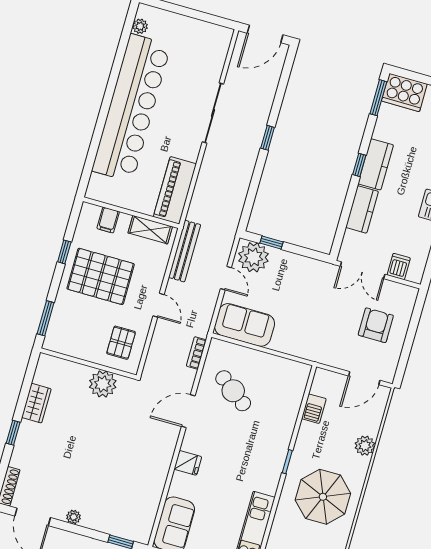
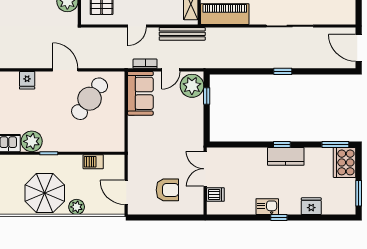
kitchen counter: (362, 209) -> (250, 156), removed
bookcase: (196, 353) -> (145, 64), moved
cafe table: (233, 391) -> (90, 99), width x1.37, depth x1.35
plant: (266, 479) -> (32, 141), added
parasol: (323, 497) -> (45, 193), moved

